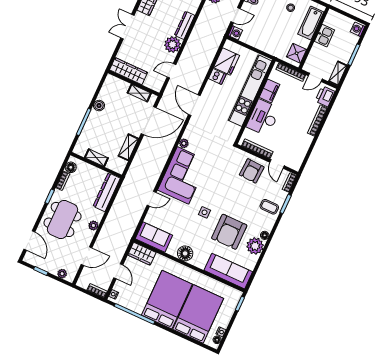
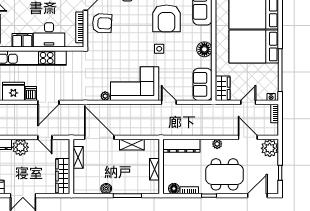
door: (194, 105) -> (48, 102), moved
armchair: (229, 232) -> (167, 18), turned 90
plant: (62, 274) -> (270, 148), width x1.88, depth x1.88

